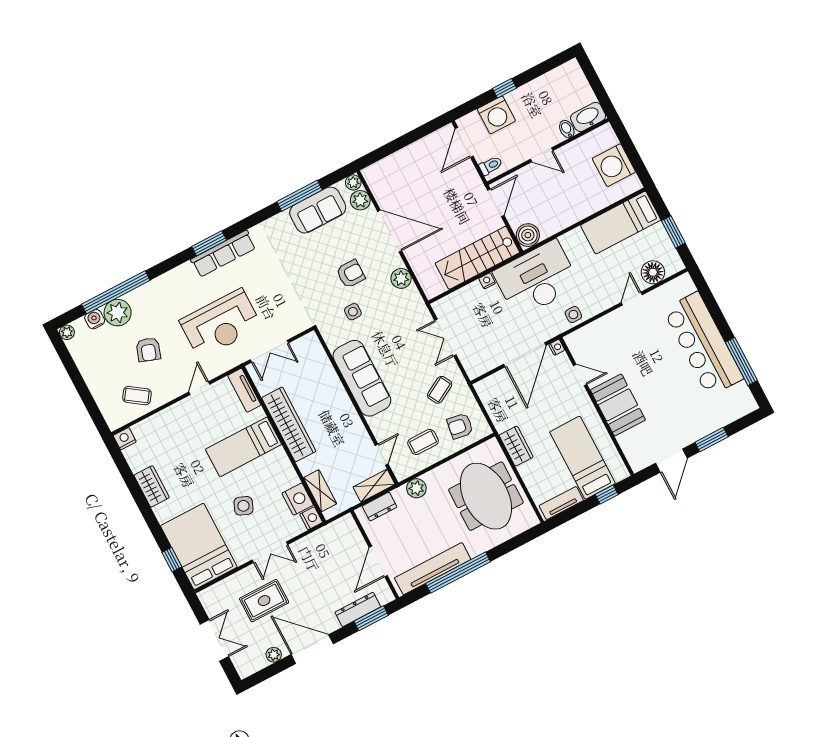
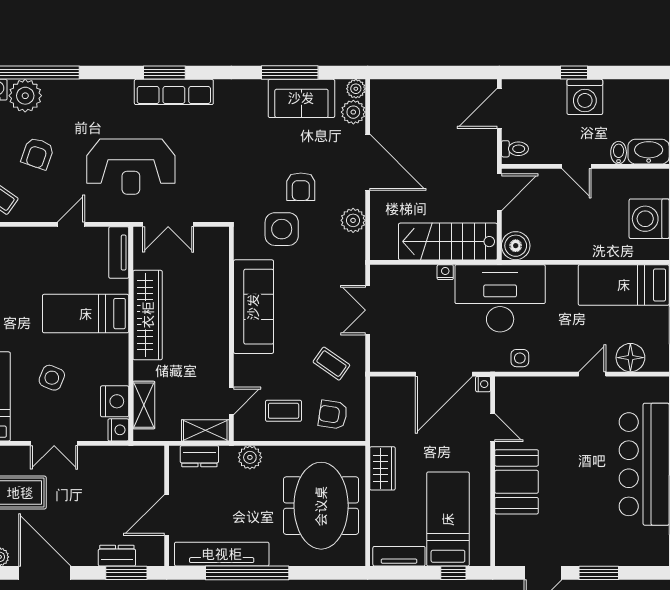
washing machine: (496, 115) -> (585, 97), moved
armchair: (351, 274) -> (301, 187), turned 90
side table: (353, 312) -> (282, 229), width x1.87, depth x1.87
coffee table: (440, 390) -> (331, 364), turned 64
dresser: (358, 609) -> (117, 556), width x0.70

